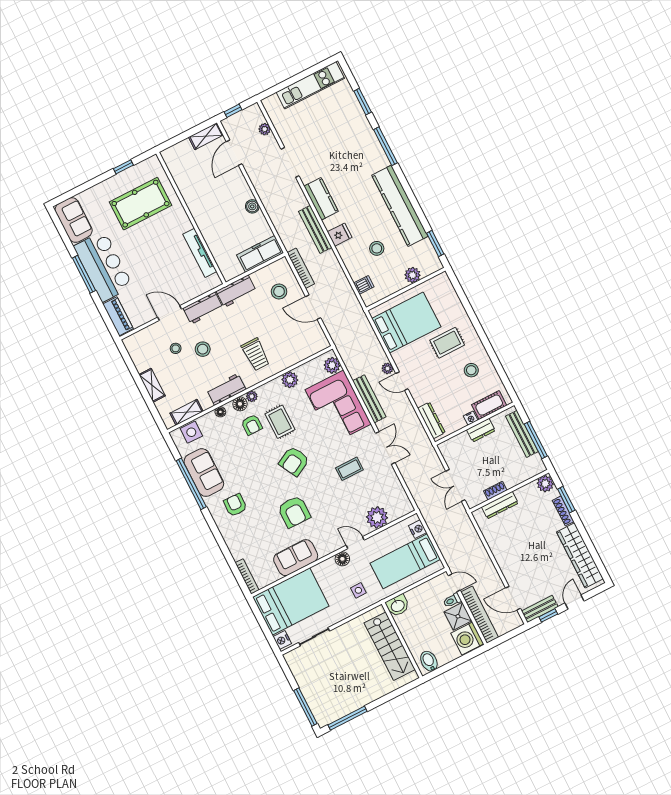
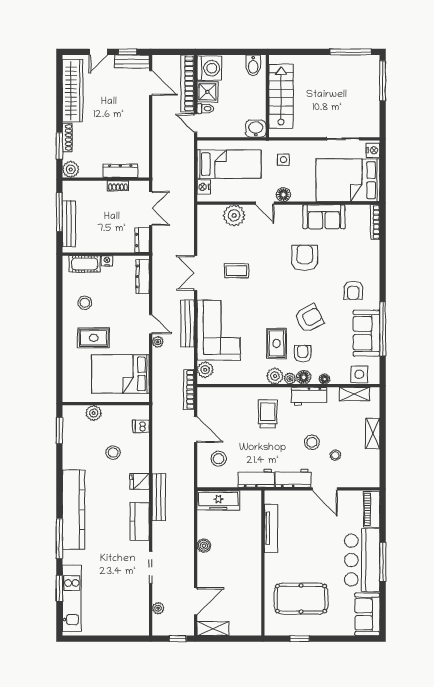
kitchen unit: (310, 85) -> (72, 598), moved, turned 90
kitchen counter: (400, 206) -> (74, 510), moved
bookcase: (301, 268) -> (189, 390), moved
plant: (290, 380) -> (275, 376), moved
dresser: (481, 430) -> (142, 240), moved, turned -90
armchair: (294, 461) -> (309, 318), moved

